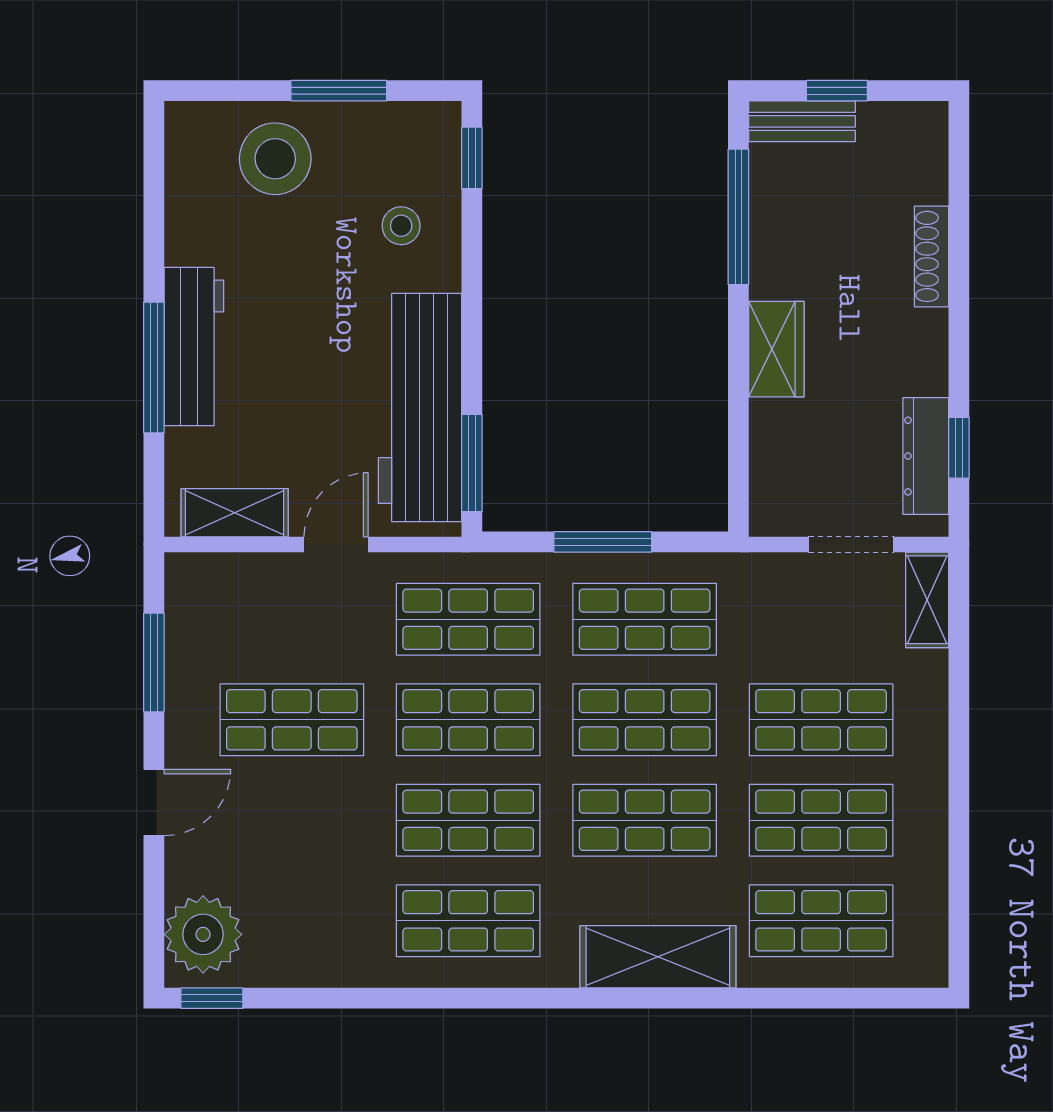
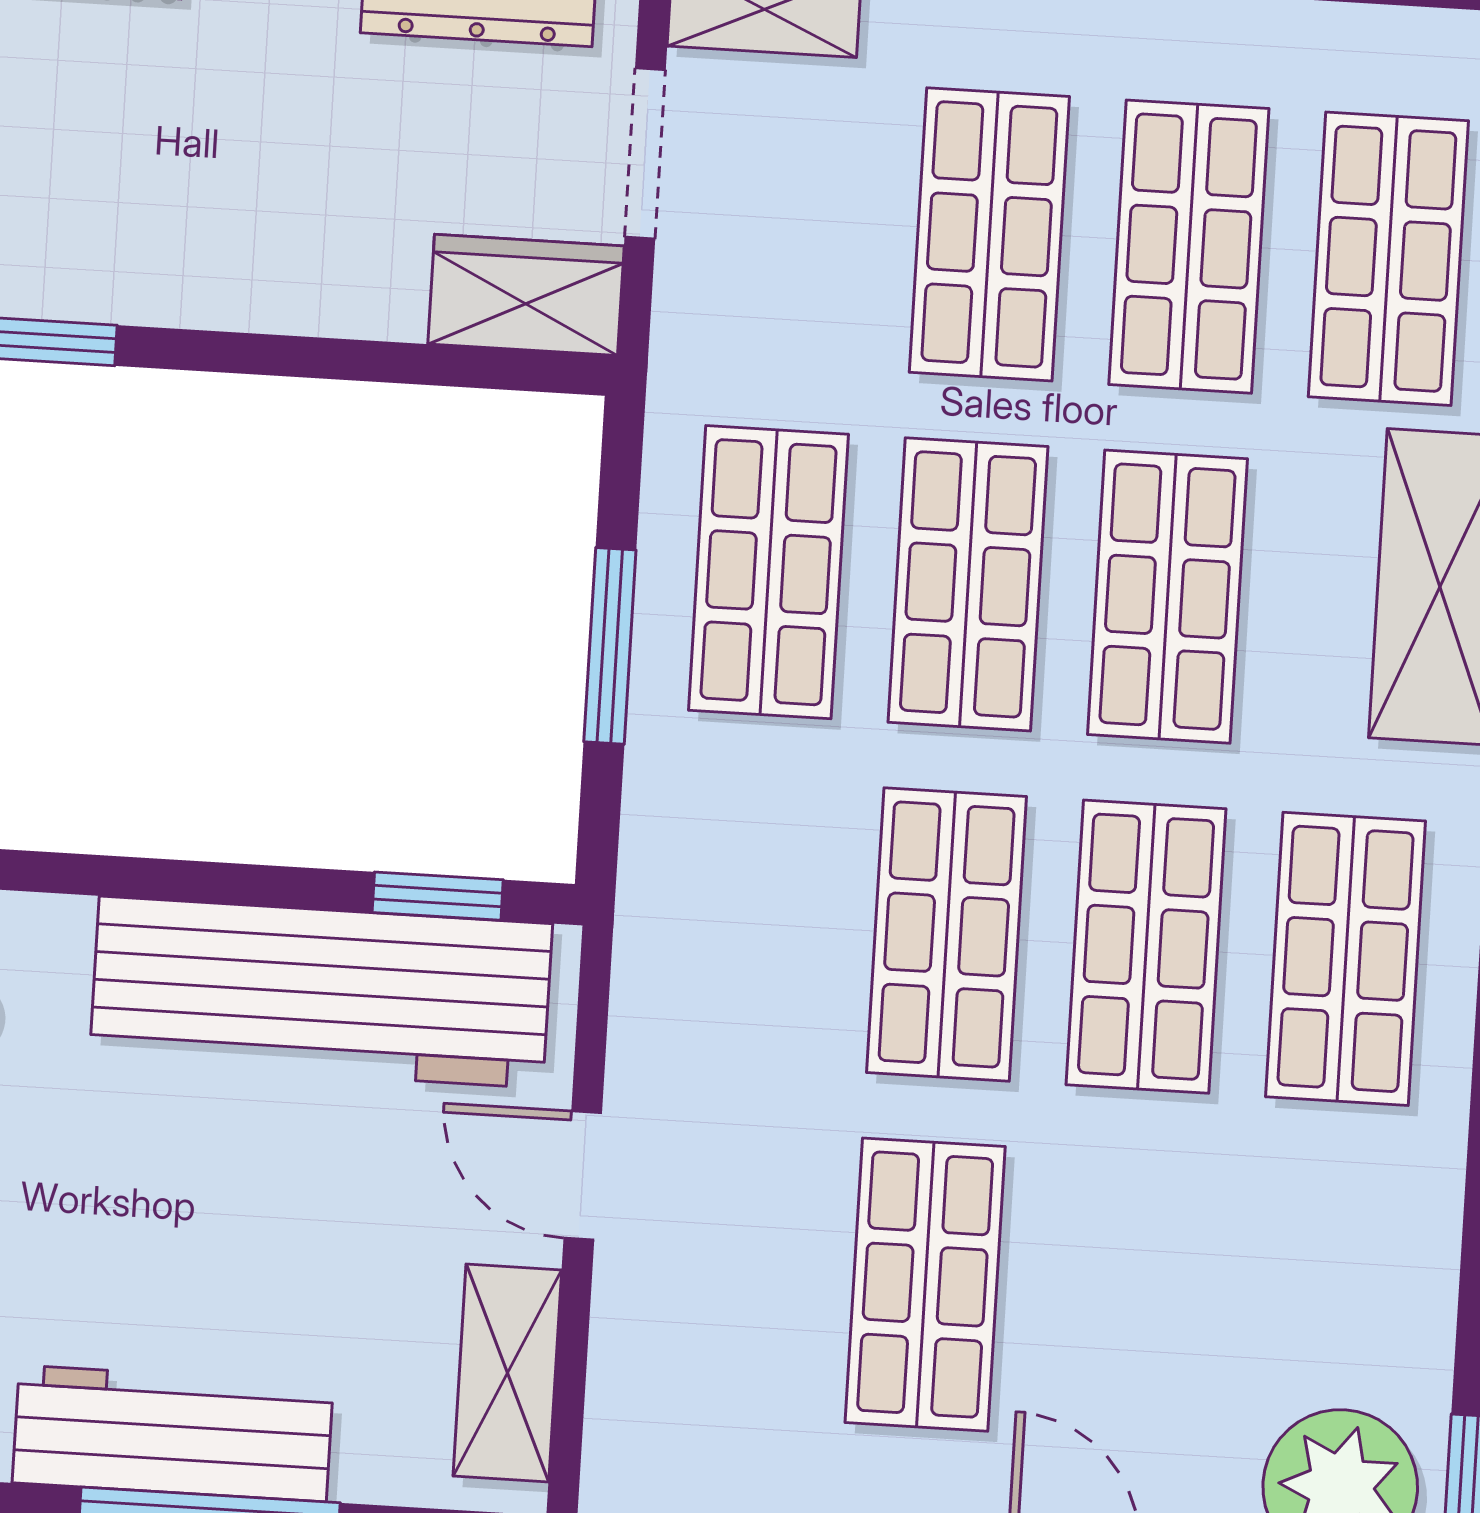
wardrobe: (776, 349) -> (526, 295), moved
window: (472, 463) -> (438, 896), width x0.67
shop shelf: (468, 619) -> (747, 922), removed

